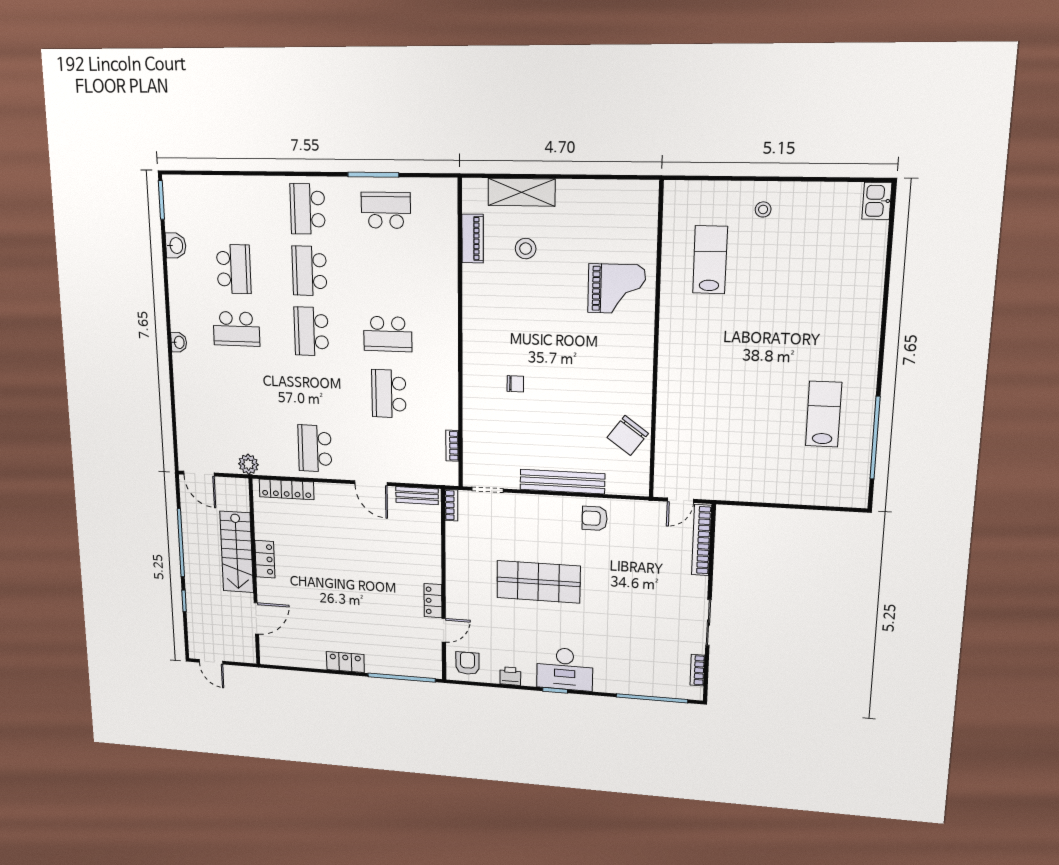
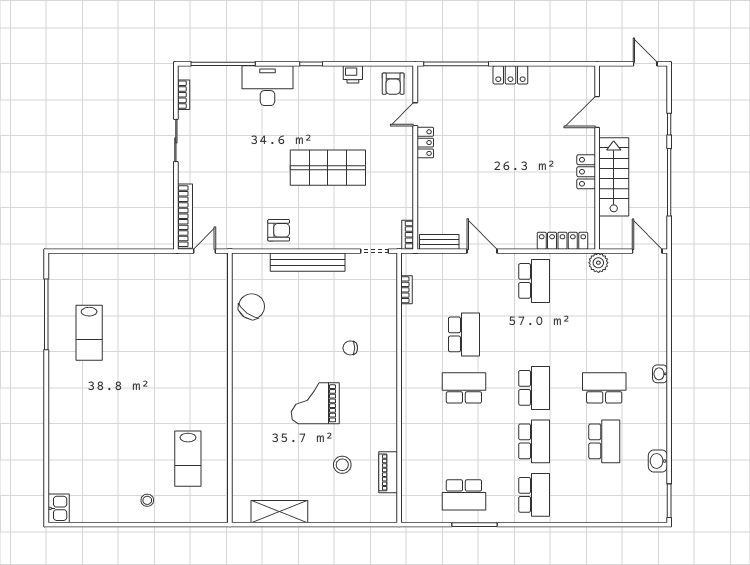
shelving: (522, 192) -> (279, 512), moved
school desk: (234, 269) -> (604, 441), turned 180
grand piano: (617, 289) -> (315, 403), moved
desk: (565, 669) -> (268, 86), moved

